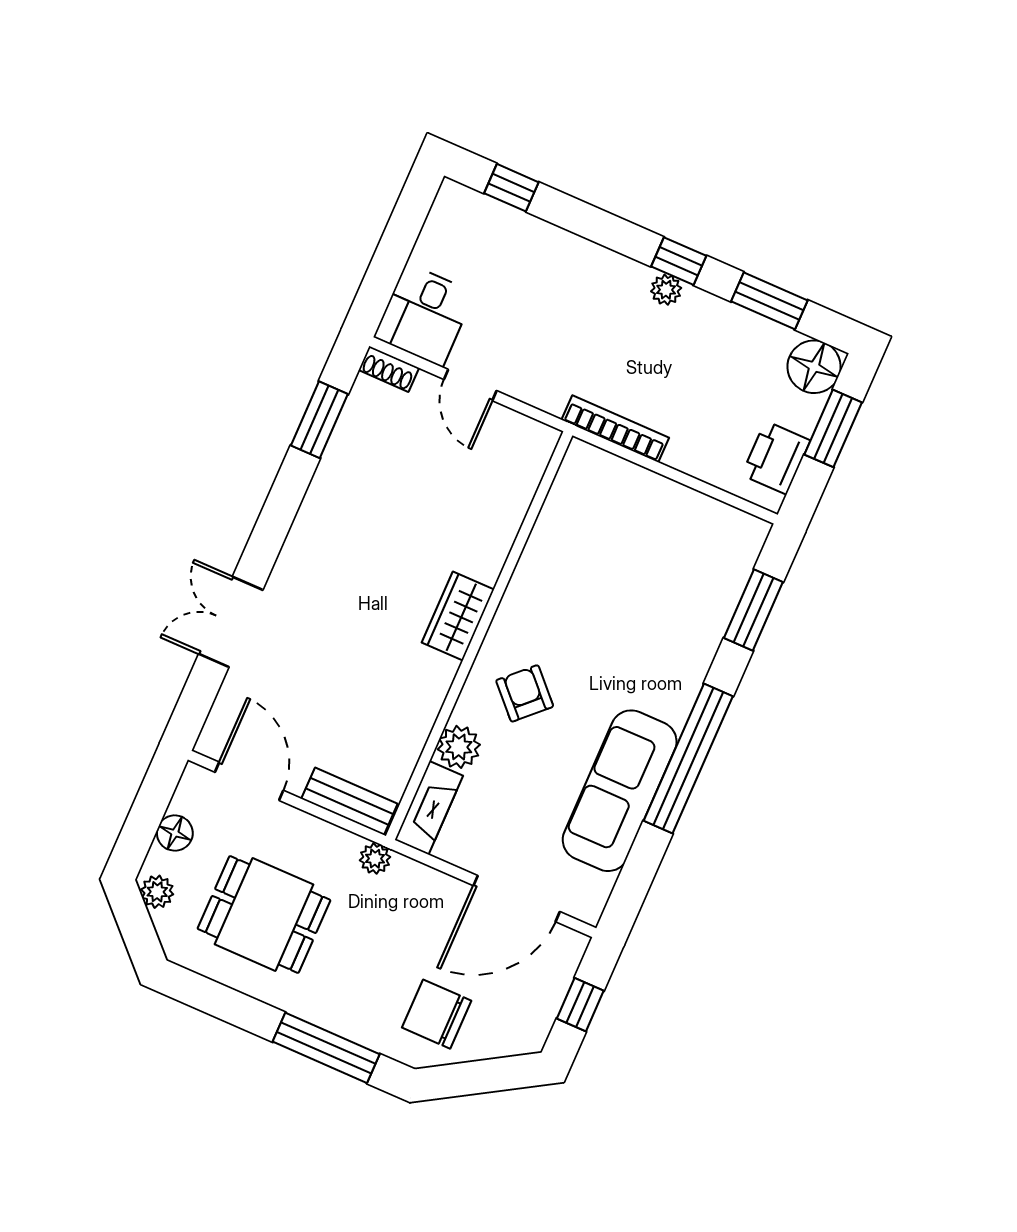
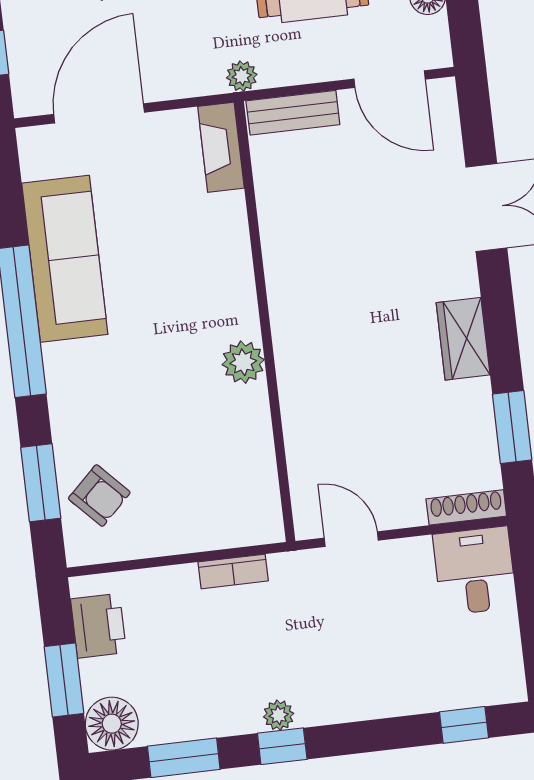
shoe rack: (389, 369) -> (466, 507), width x1.43
door: (470, 385) -> (351, 539), moved
bookcase: (615, 429) -> (233, 571), width x0.64
wardrobe: (458, 616) -> (463, 339), moved, turned 180
armchair: (525, 693) -> (99, 496), moved
plant: (459, 747) -> (243, 362), moved

